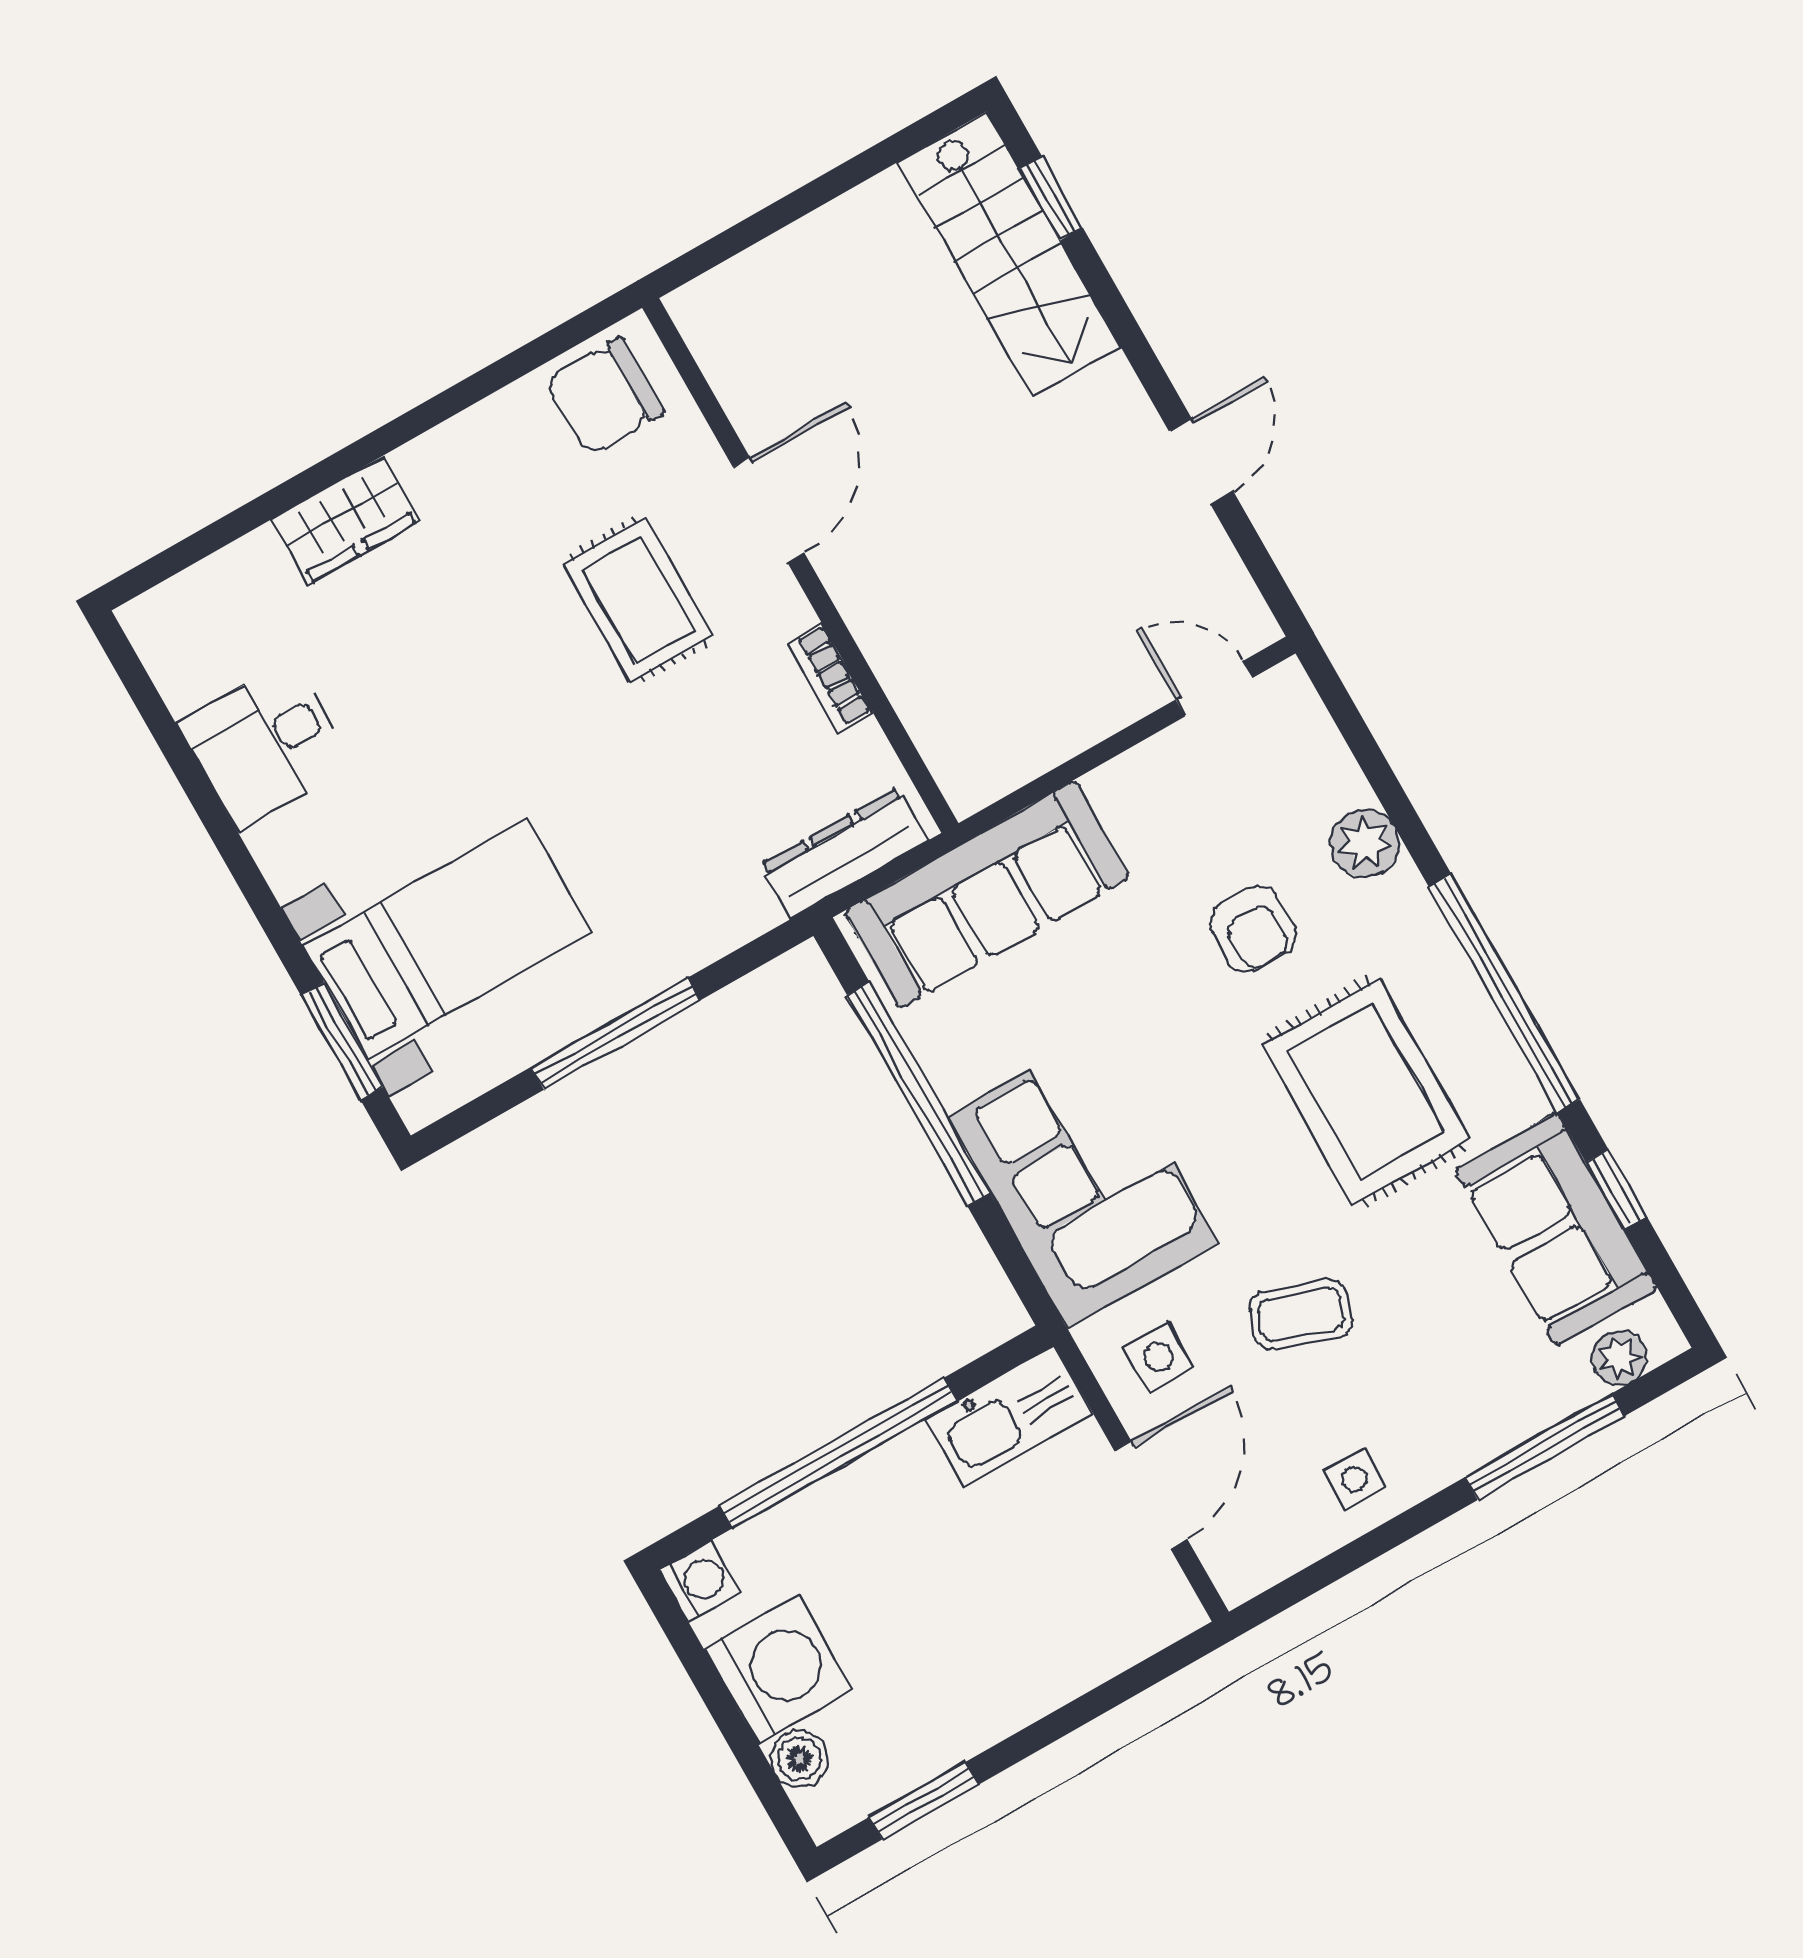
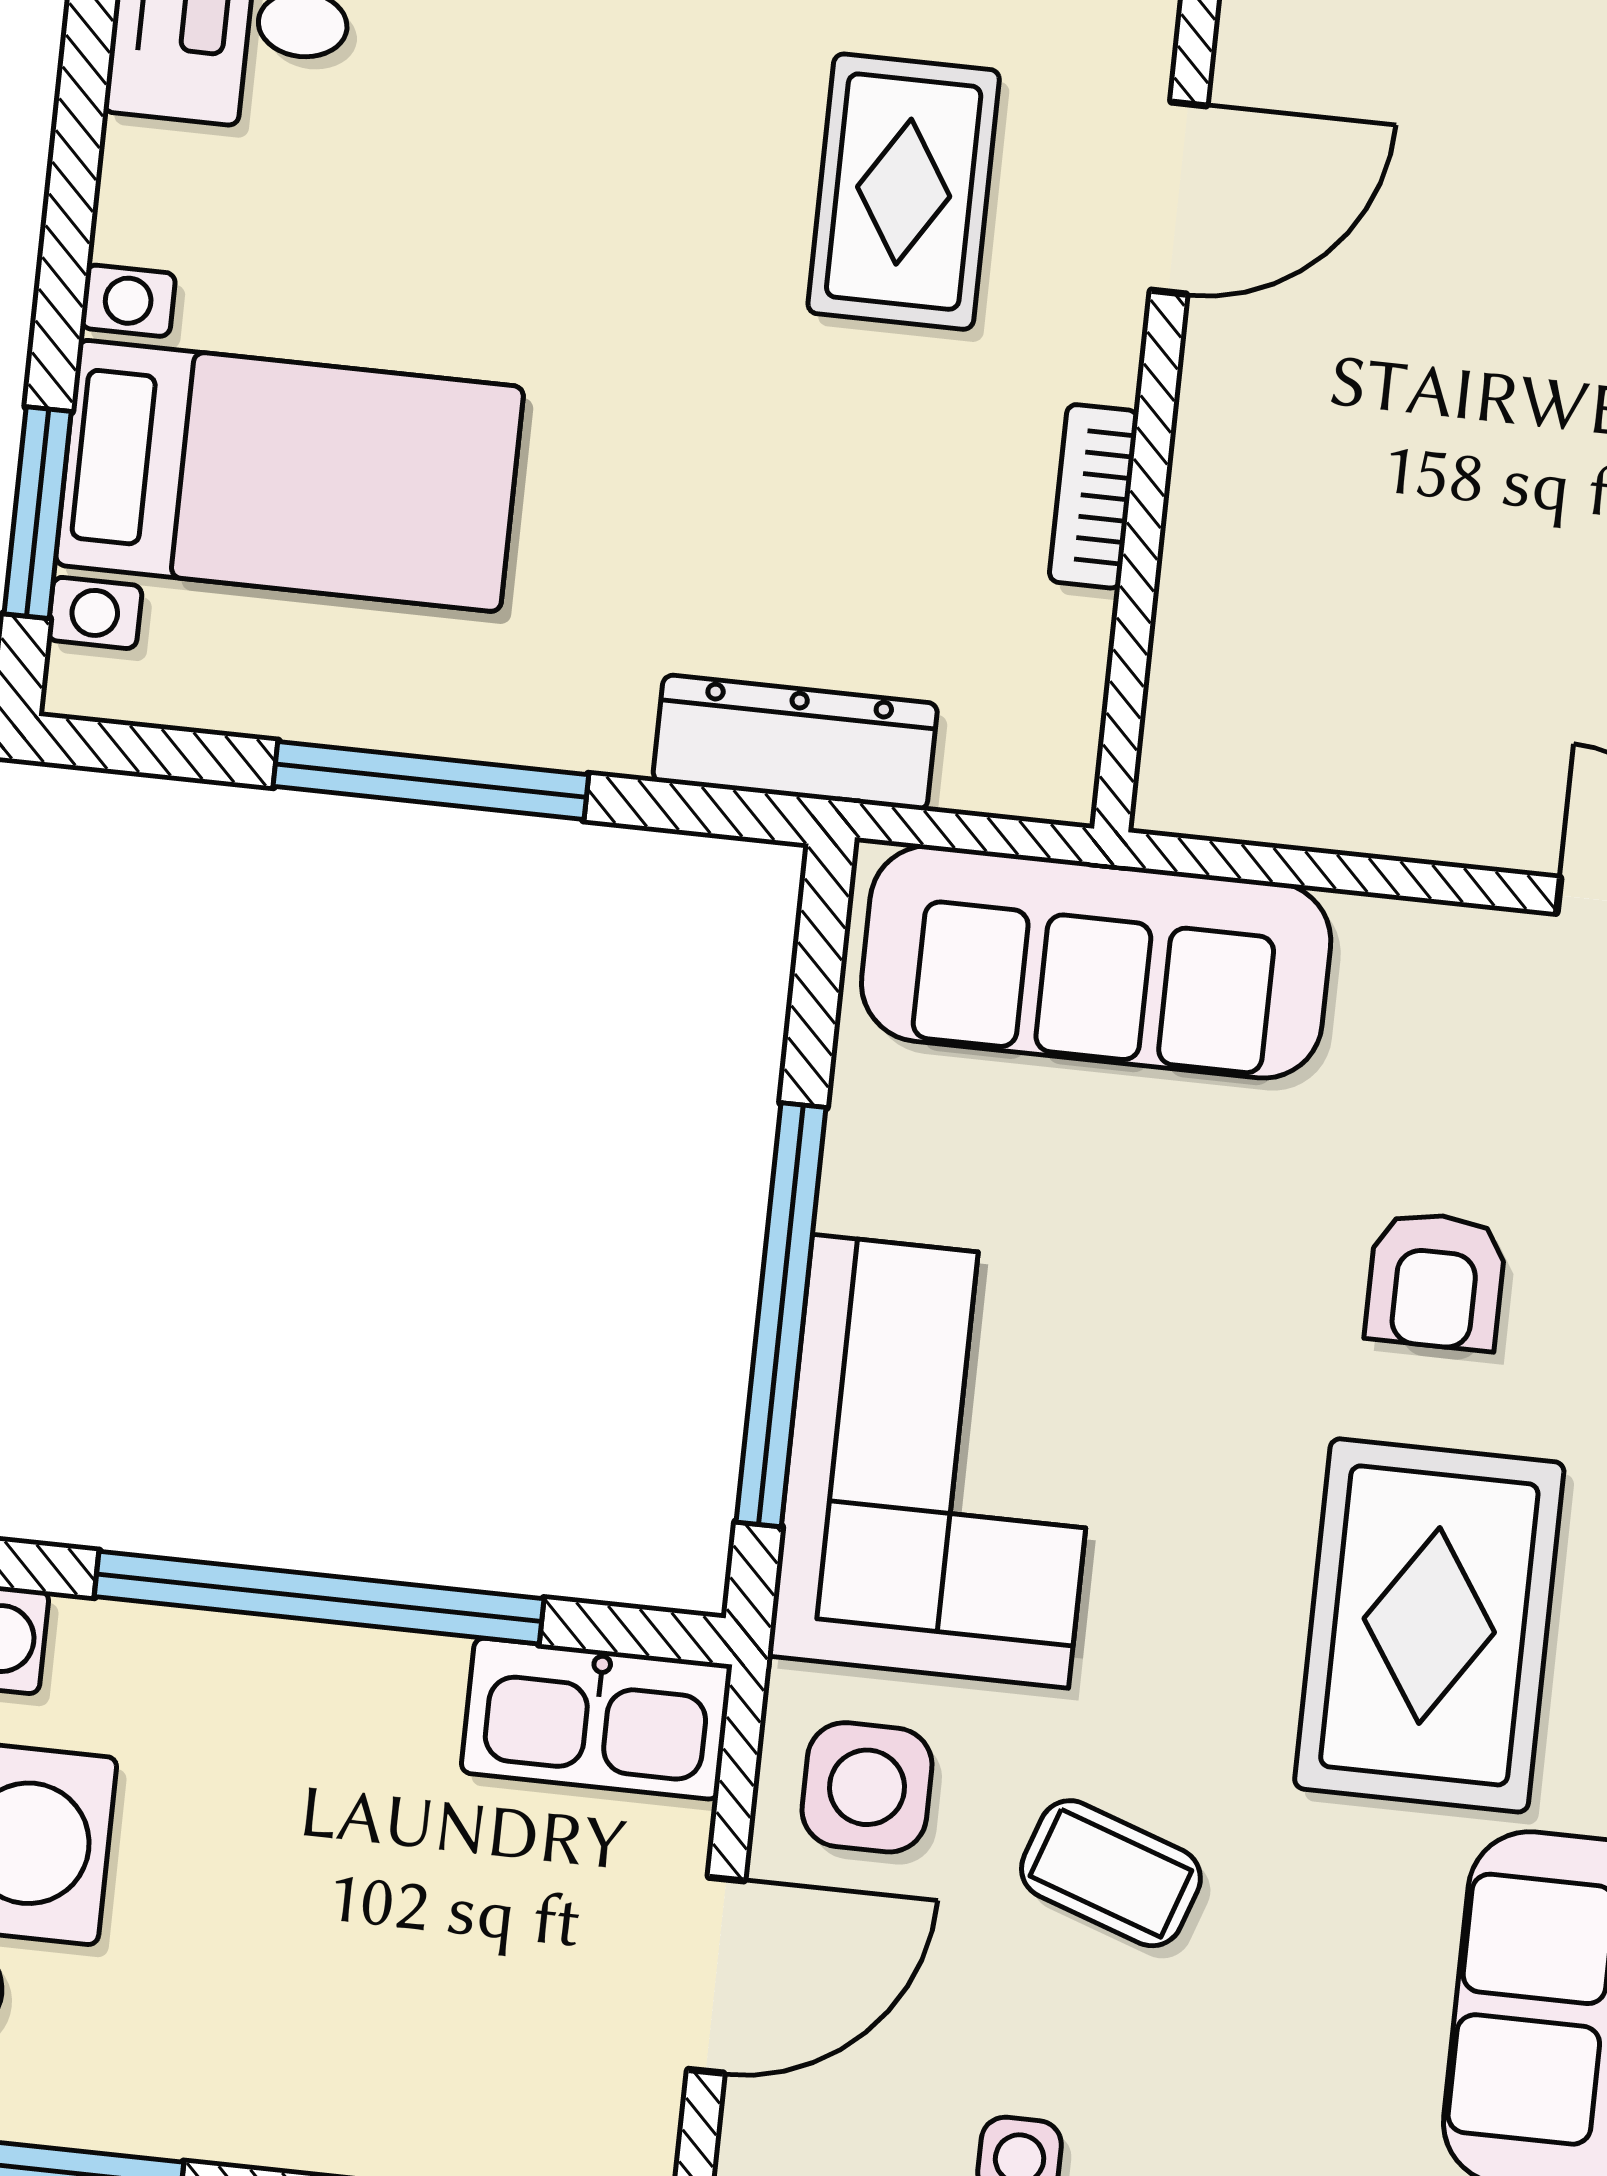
dresser: (844, 853) -> (795, 742), moved
window: (919, 1094) -> (781, 1315), moved
side table: (1158, 1357) -> (867, 1787), width x1.37, depth x1.37

